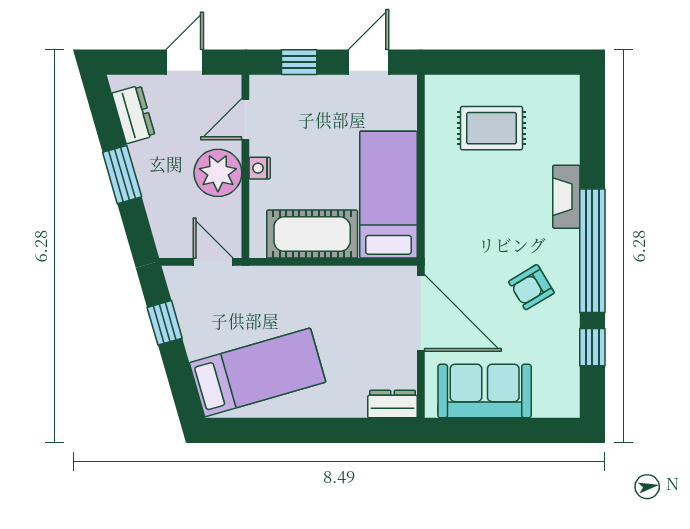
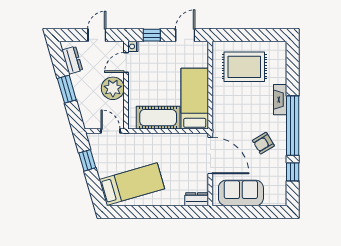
rug: (491, 128) -> (244, 67), width x1.36, depth x1.43
nightstand: (260, 168) -> (133, 46), moved

